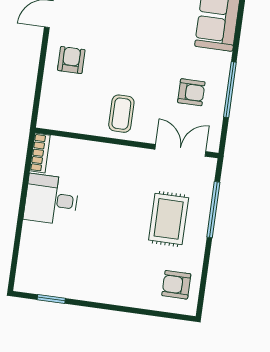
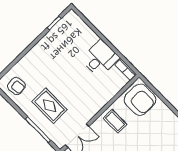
armchair: (71, 60) -> (140, 100), moved, width x1.88, depth x1.88
armchair: (176, 285) -> (16, 86), turned 83

